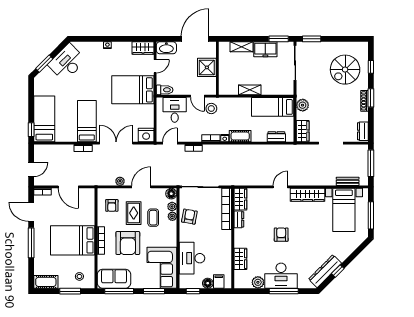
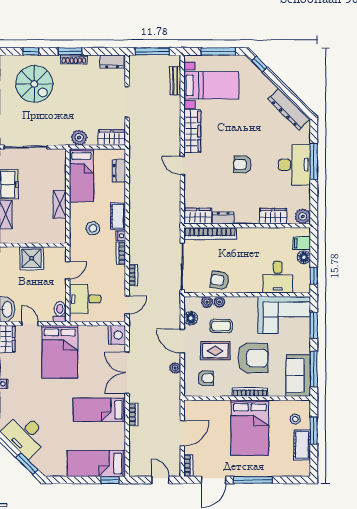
stool: (211, 109) -> (93, 228), moved
door: (170, 143) -> (127, 305), swing flipped
floor lamp: (171, 194) -> (191, 318), moved
desk: (192, 258) -> (278, 277), width x0.73
window: (338, 271) -> (259, 64), moved
cot: (46, 282) -> (302, 445), moved
plant: (258, 282) -> (303, 216), moved

